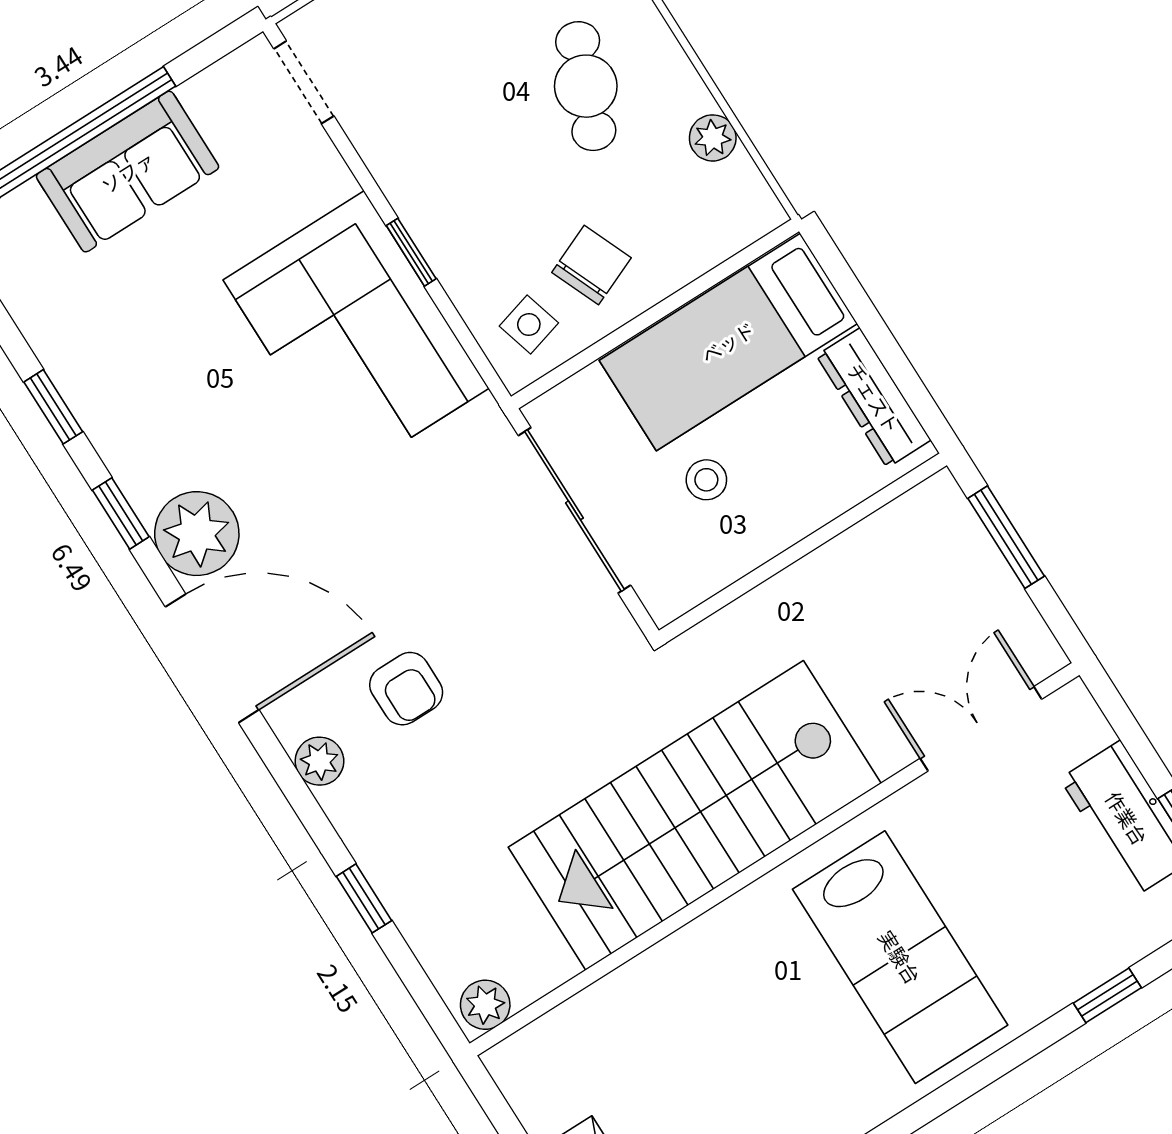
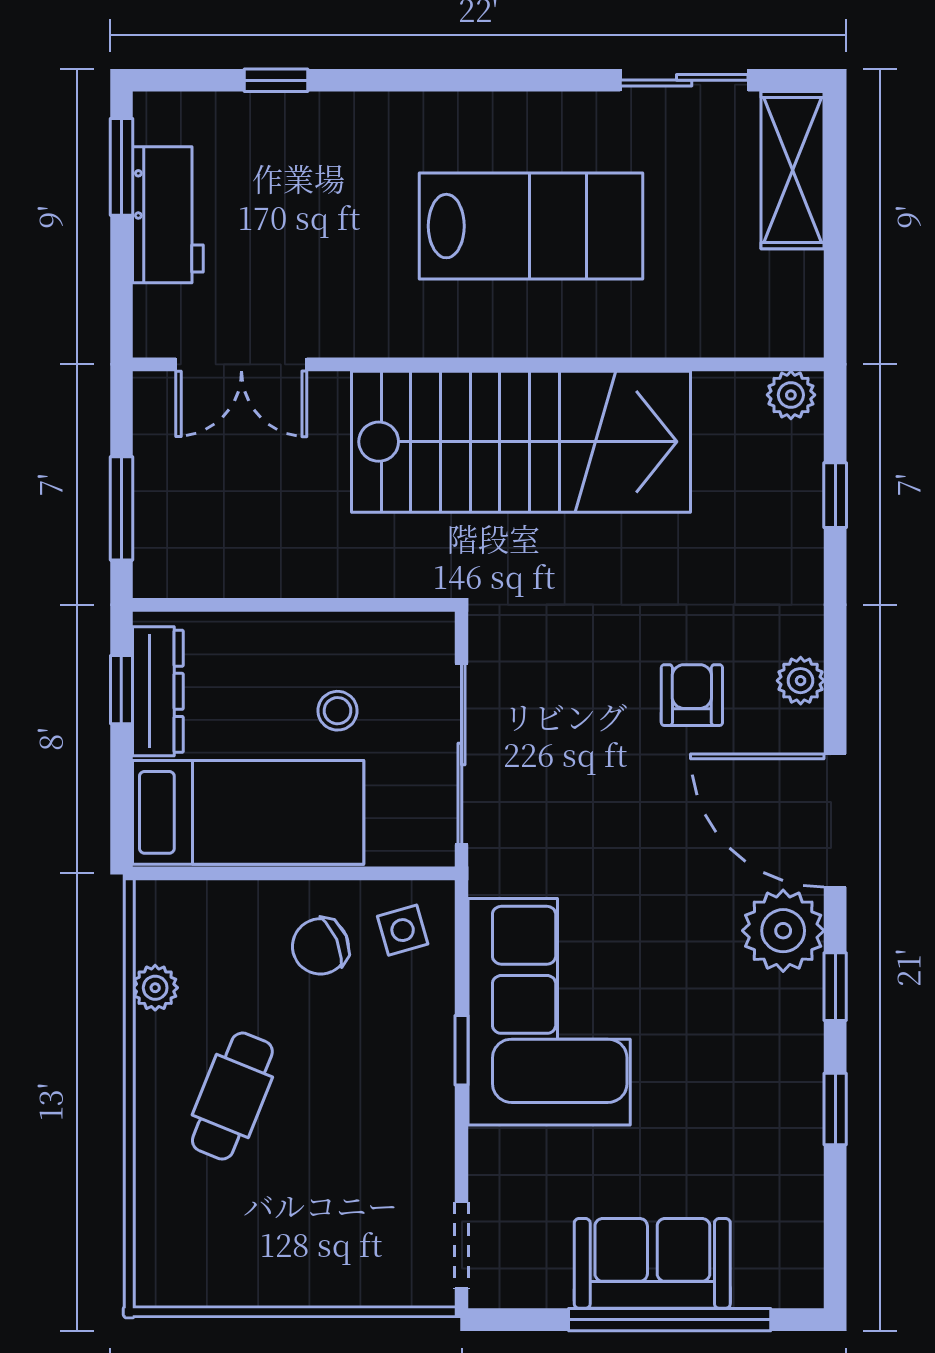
window: (906, 379) -> (121, 690), added
window: (364, 898) -> (835, 495), moved
lab bench: (900, 957) -> (531, 226), moved, turned 90

